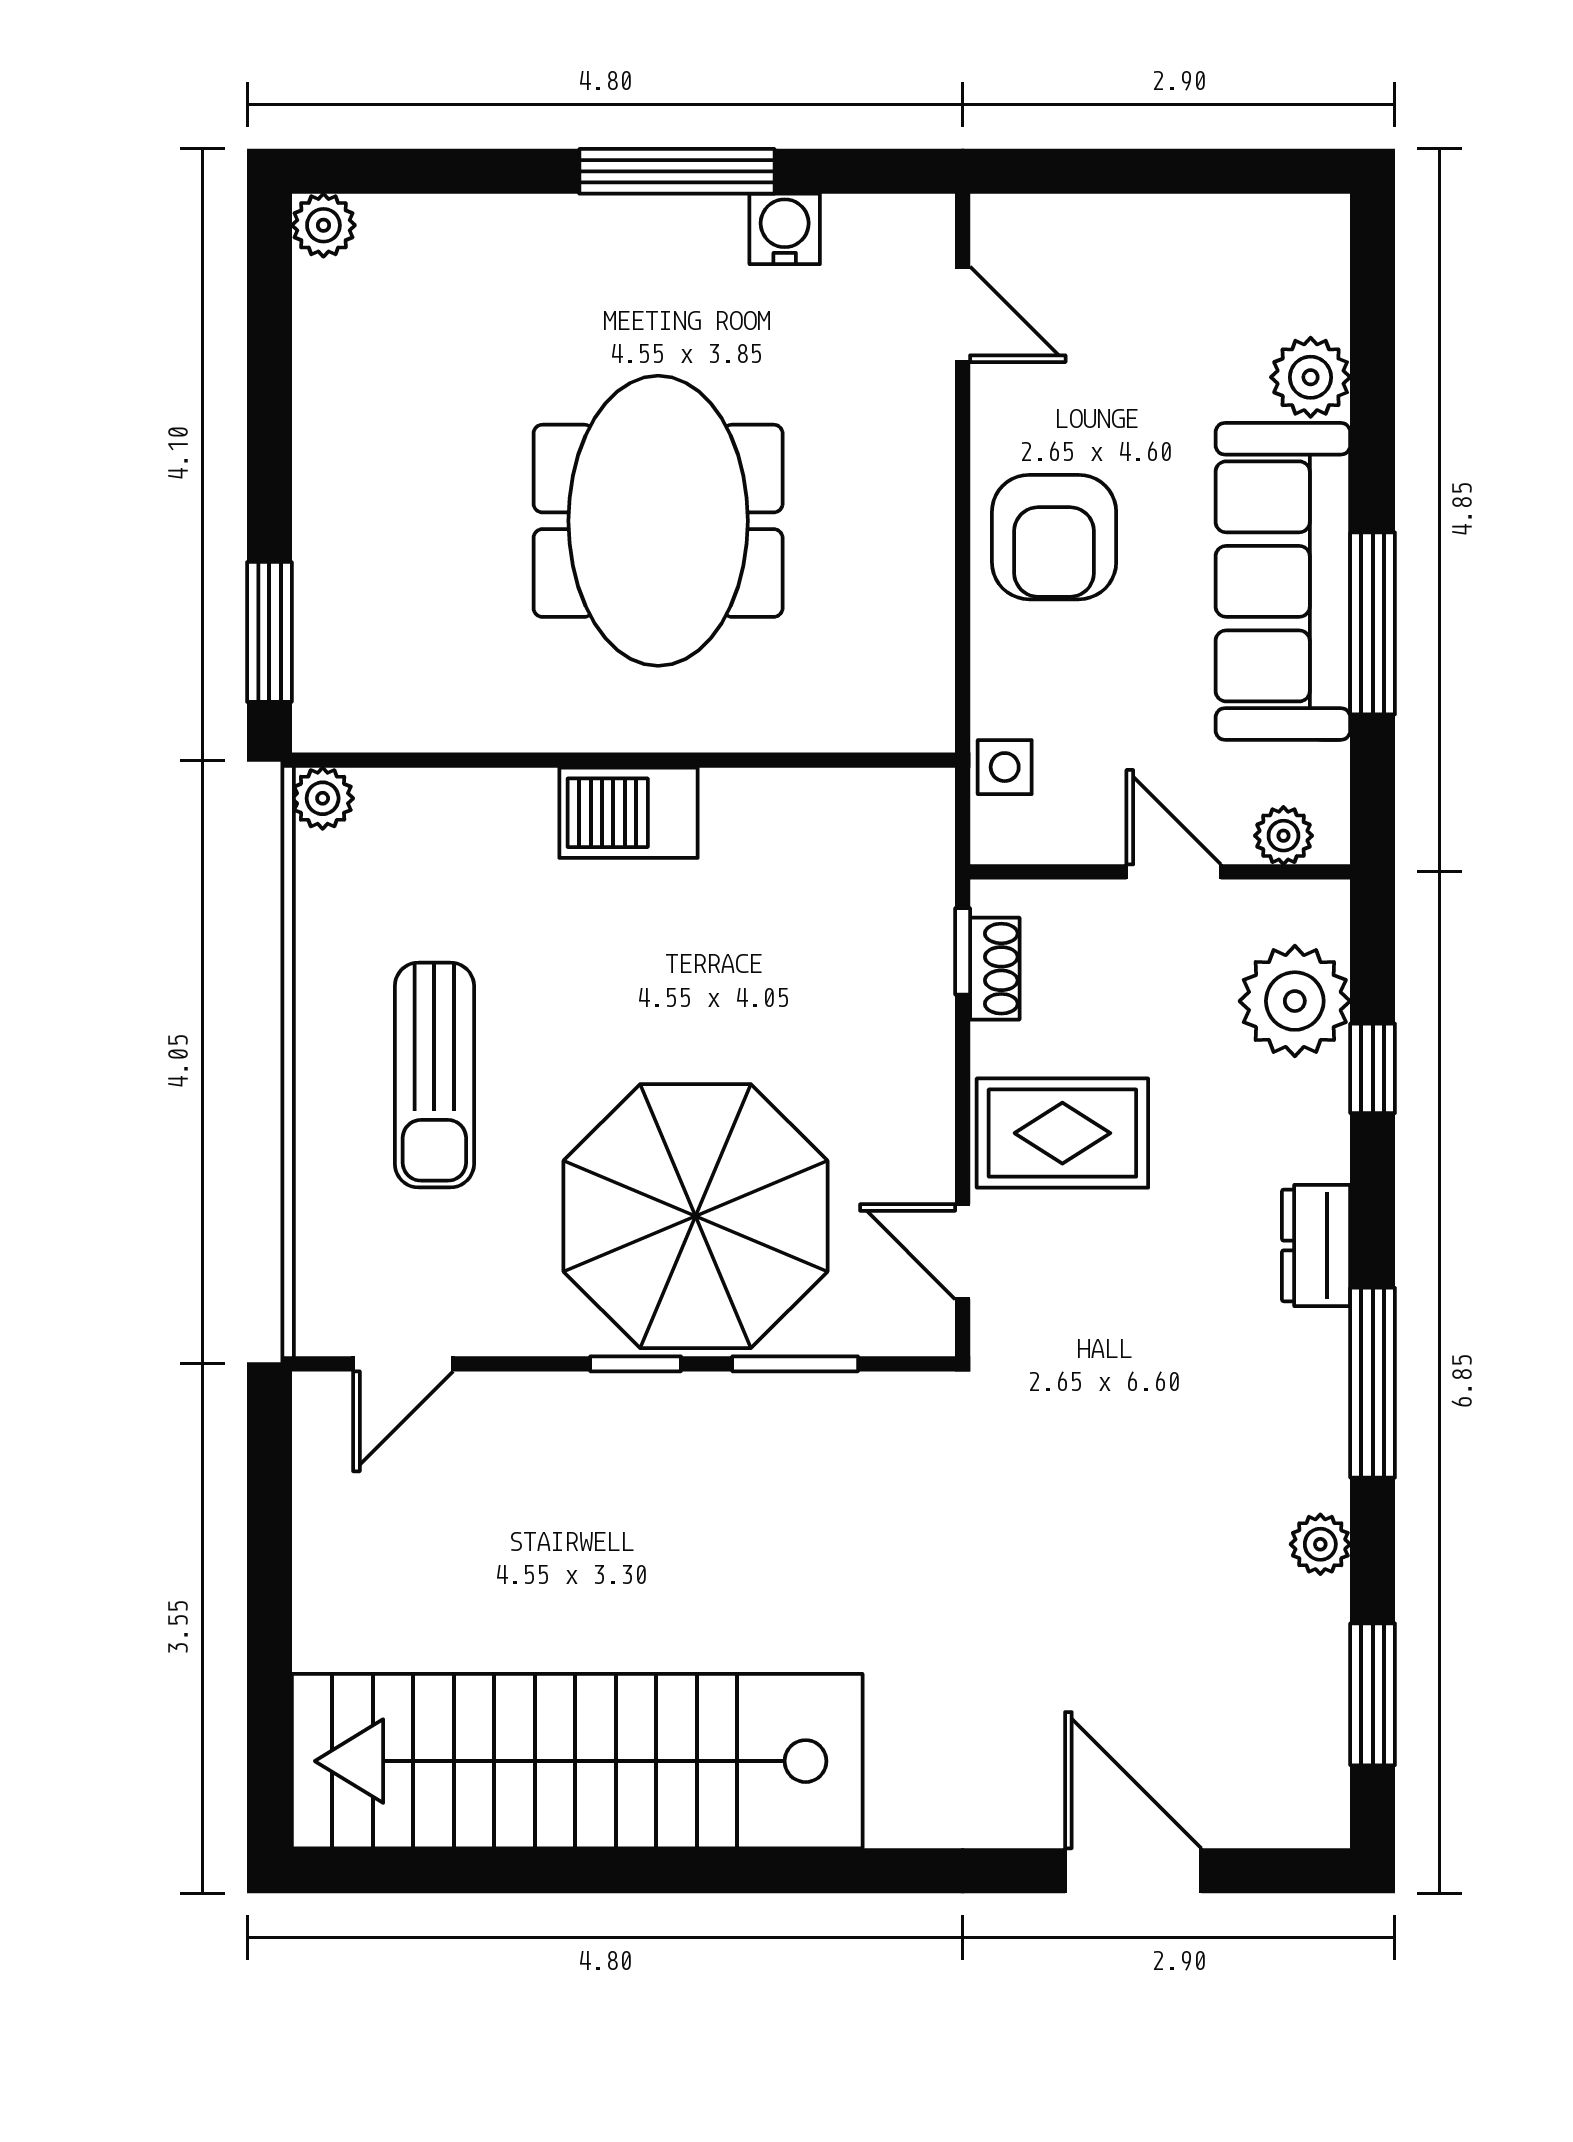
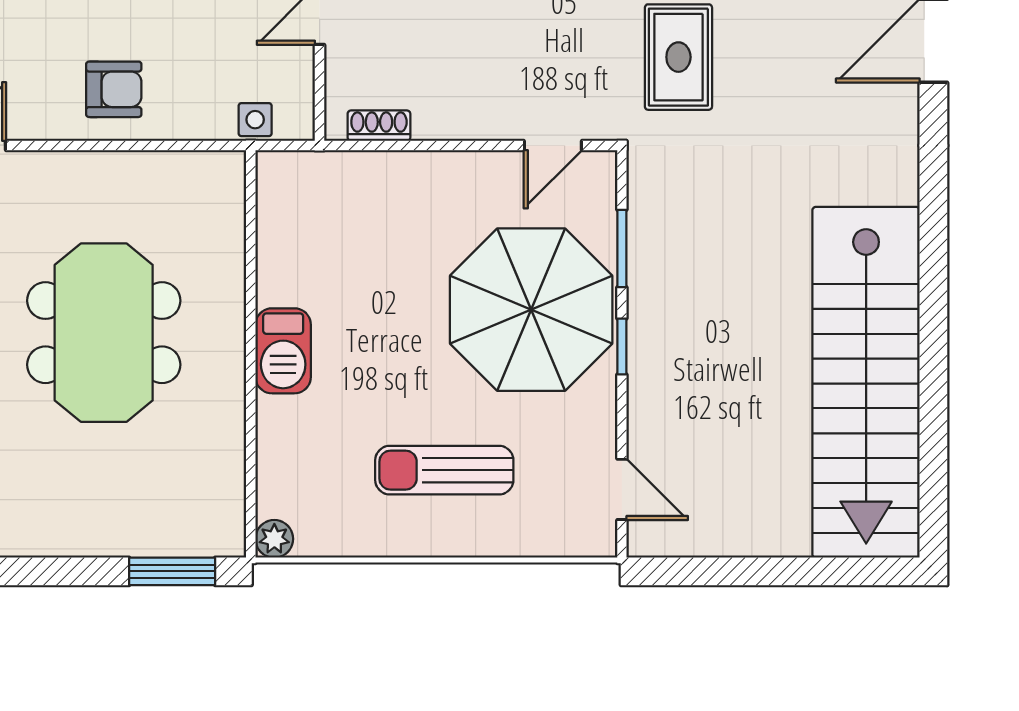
meeting table: (658, 521) -> (104, 333), turned 90
armchair: (1054, 537) -> (114, 89), width x0.72, depth x0.72
window: (963, 951) -> (368, 145), removed
sun lounger: (434, 1075) -> (444, 470), turned 180
rug: (1062, 1133) -> (678, 57), moved

